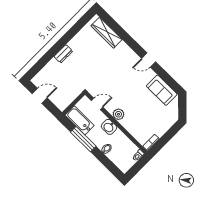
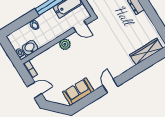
door: (97, 104) -> (80, 26), hinge flipped
washbasin: (109, 127) -> (30, 48), moved
door: (171, 133) -> (34, 90), added

